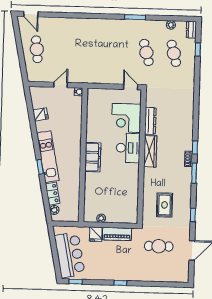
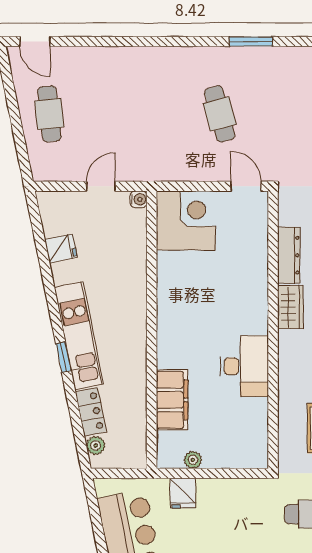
cafe table: (146, 52) -> (220, 114), moved
corner desk: (126, 118) -> (186, 221), moved, turned 180
desk: (128, 148) -> (244, 366), moved
wardrobe: (150, 151) -> (290, 307), width x0.67
filing cabinet: (93, 157) -> (172, 400), moved
piano: (117, 234) -> (227, 491), removed

